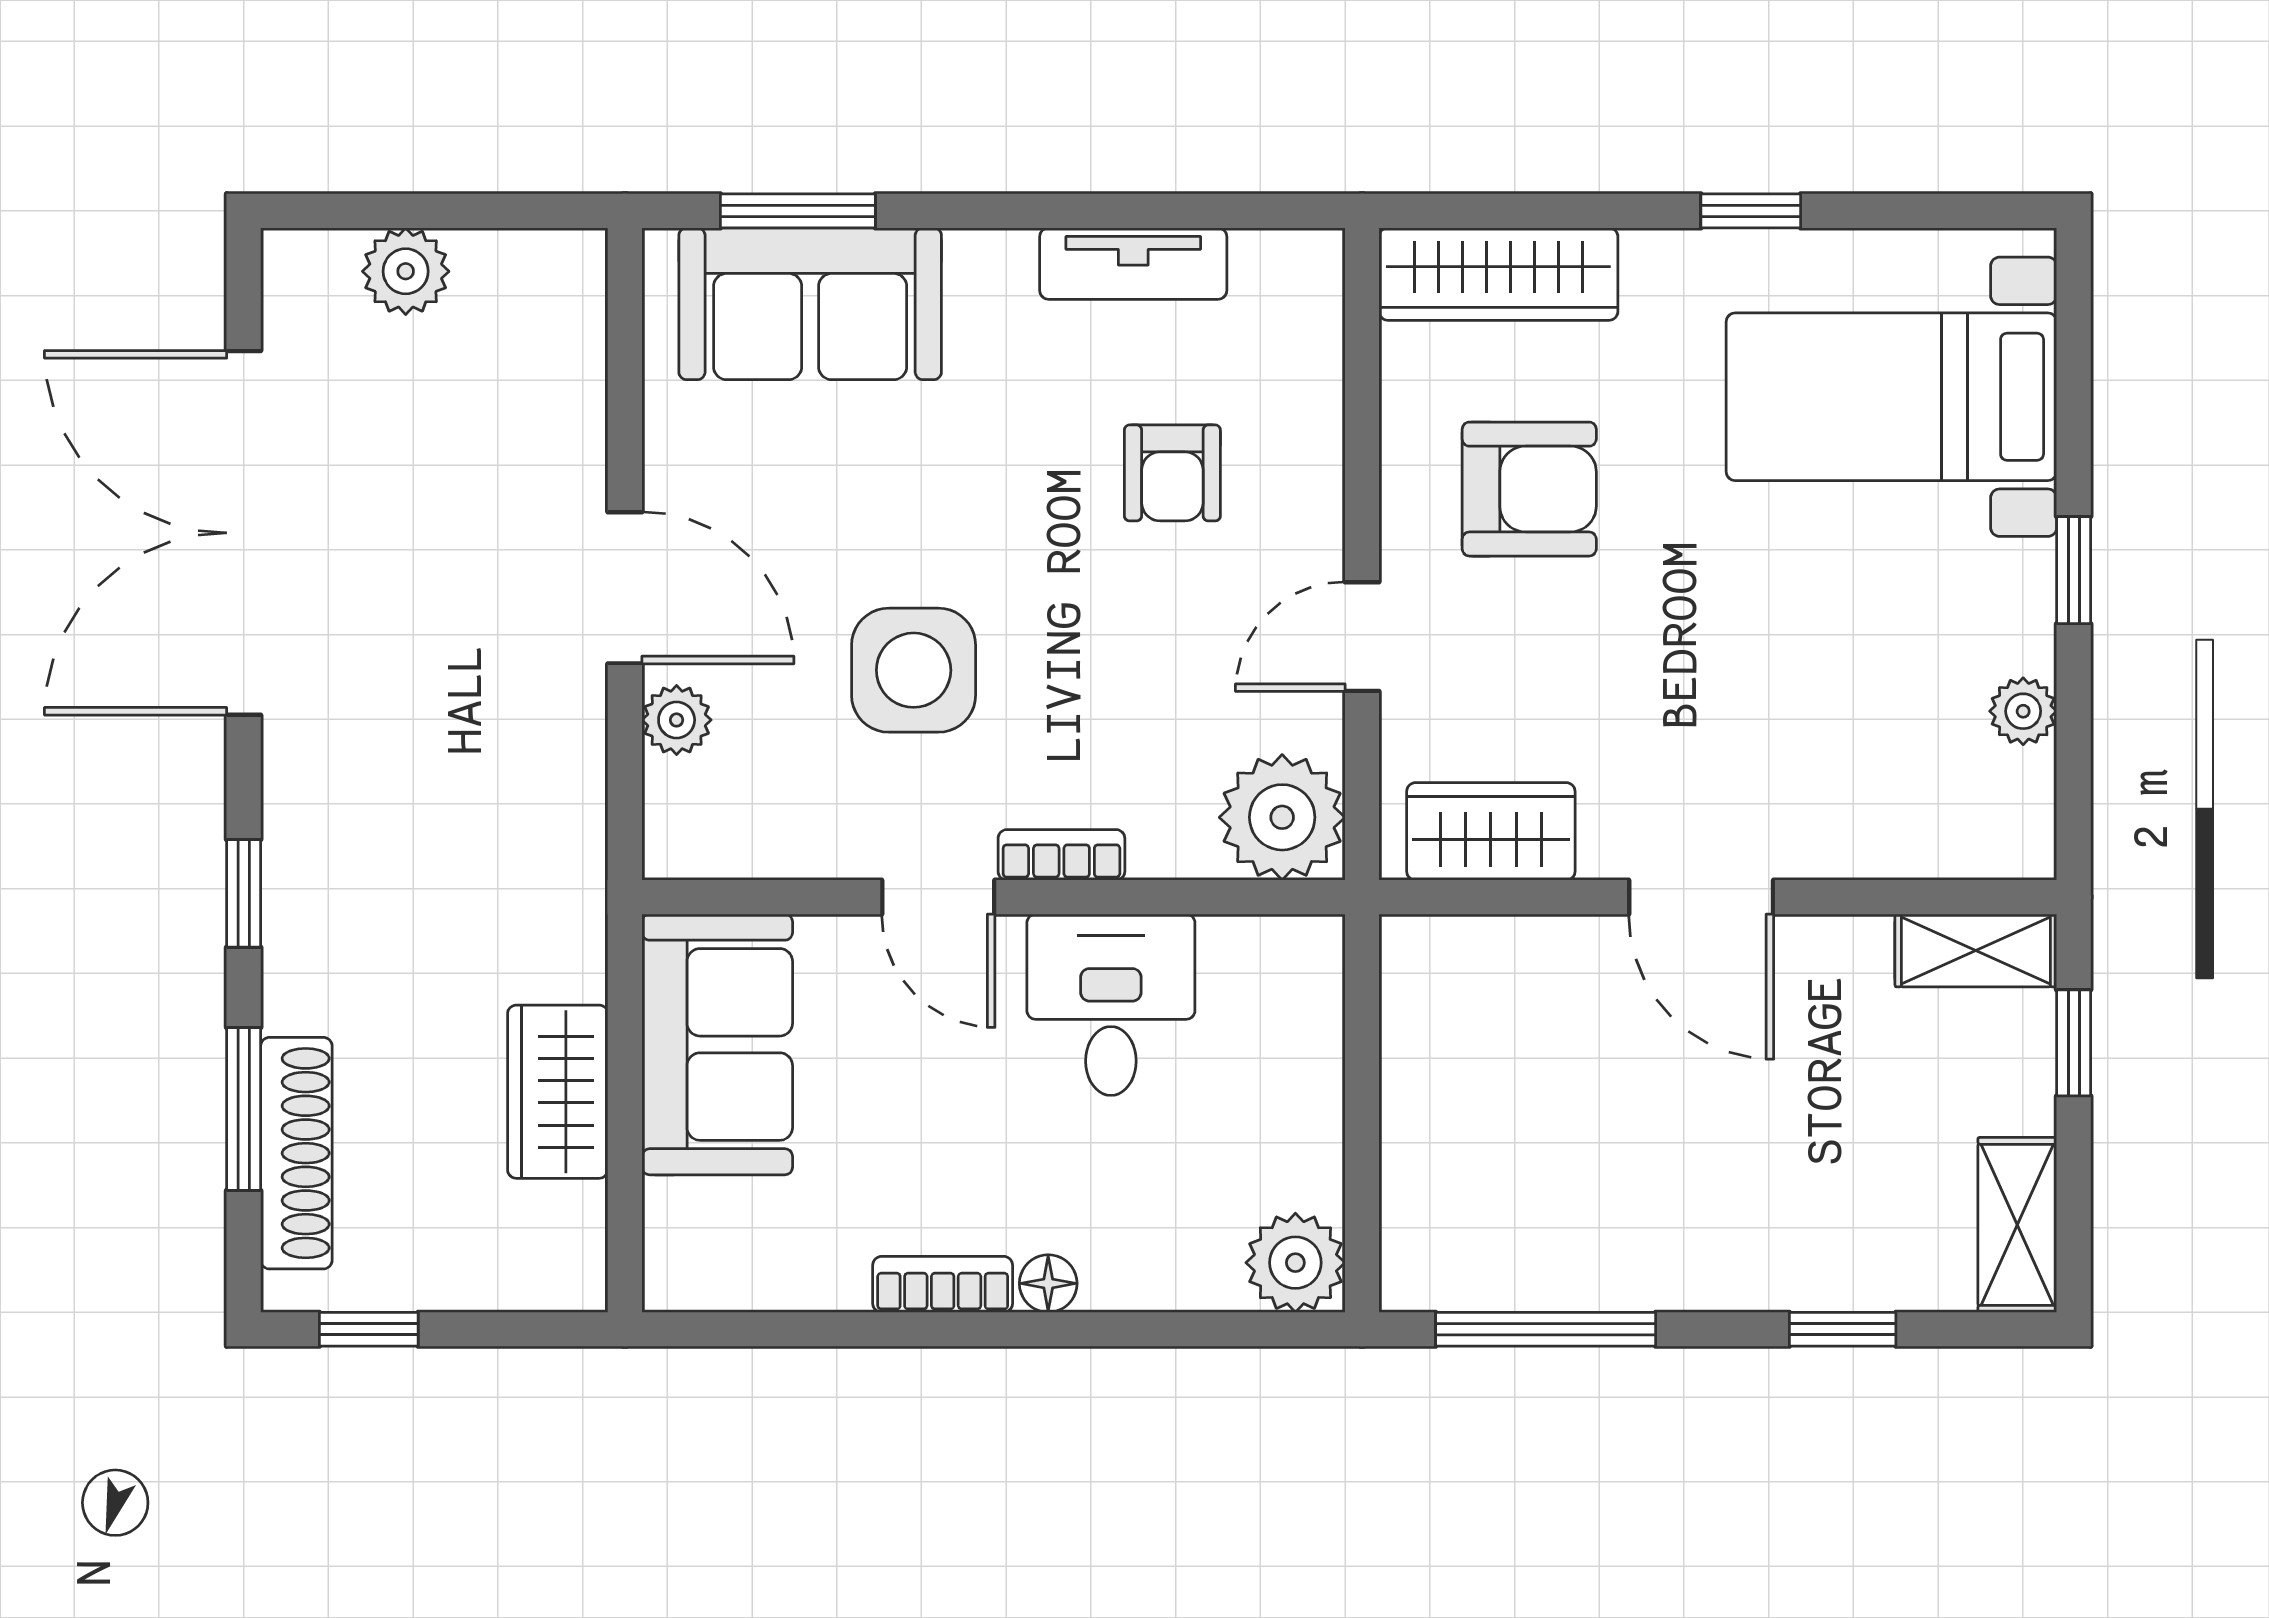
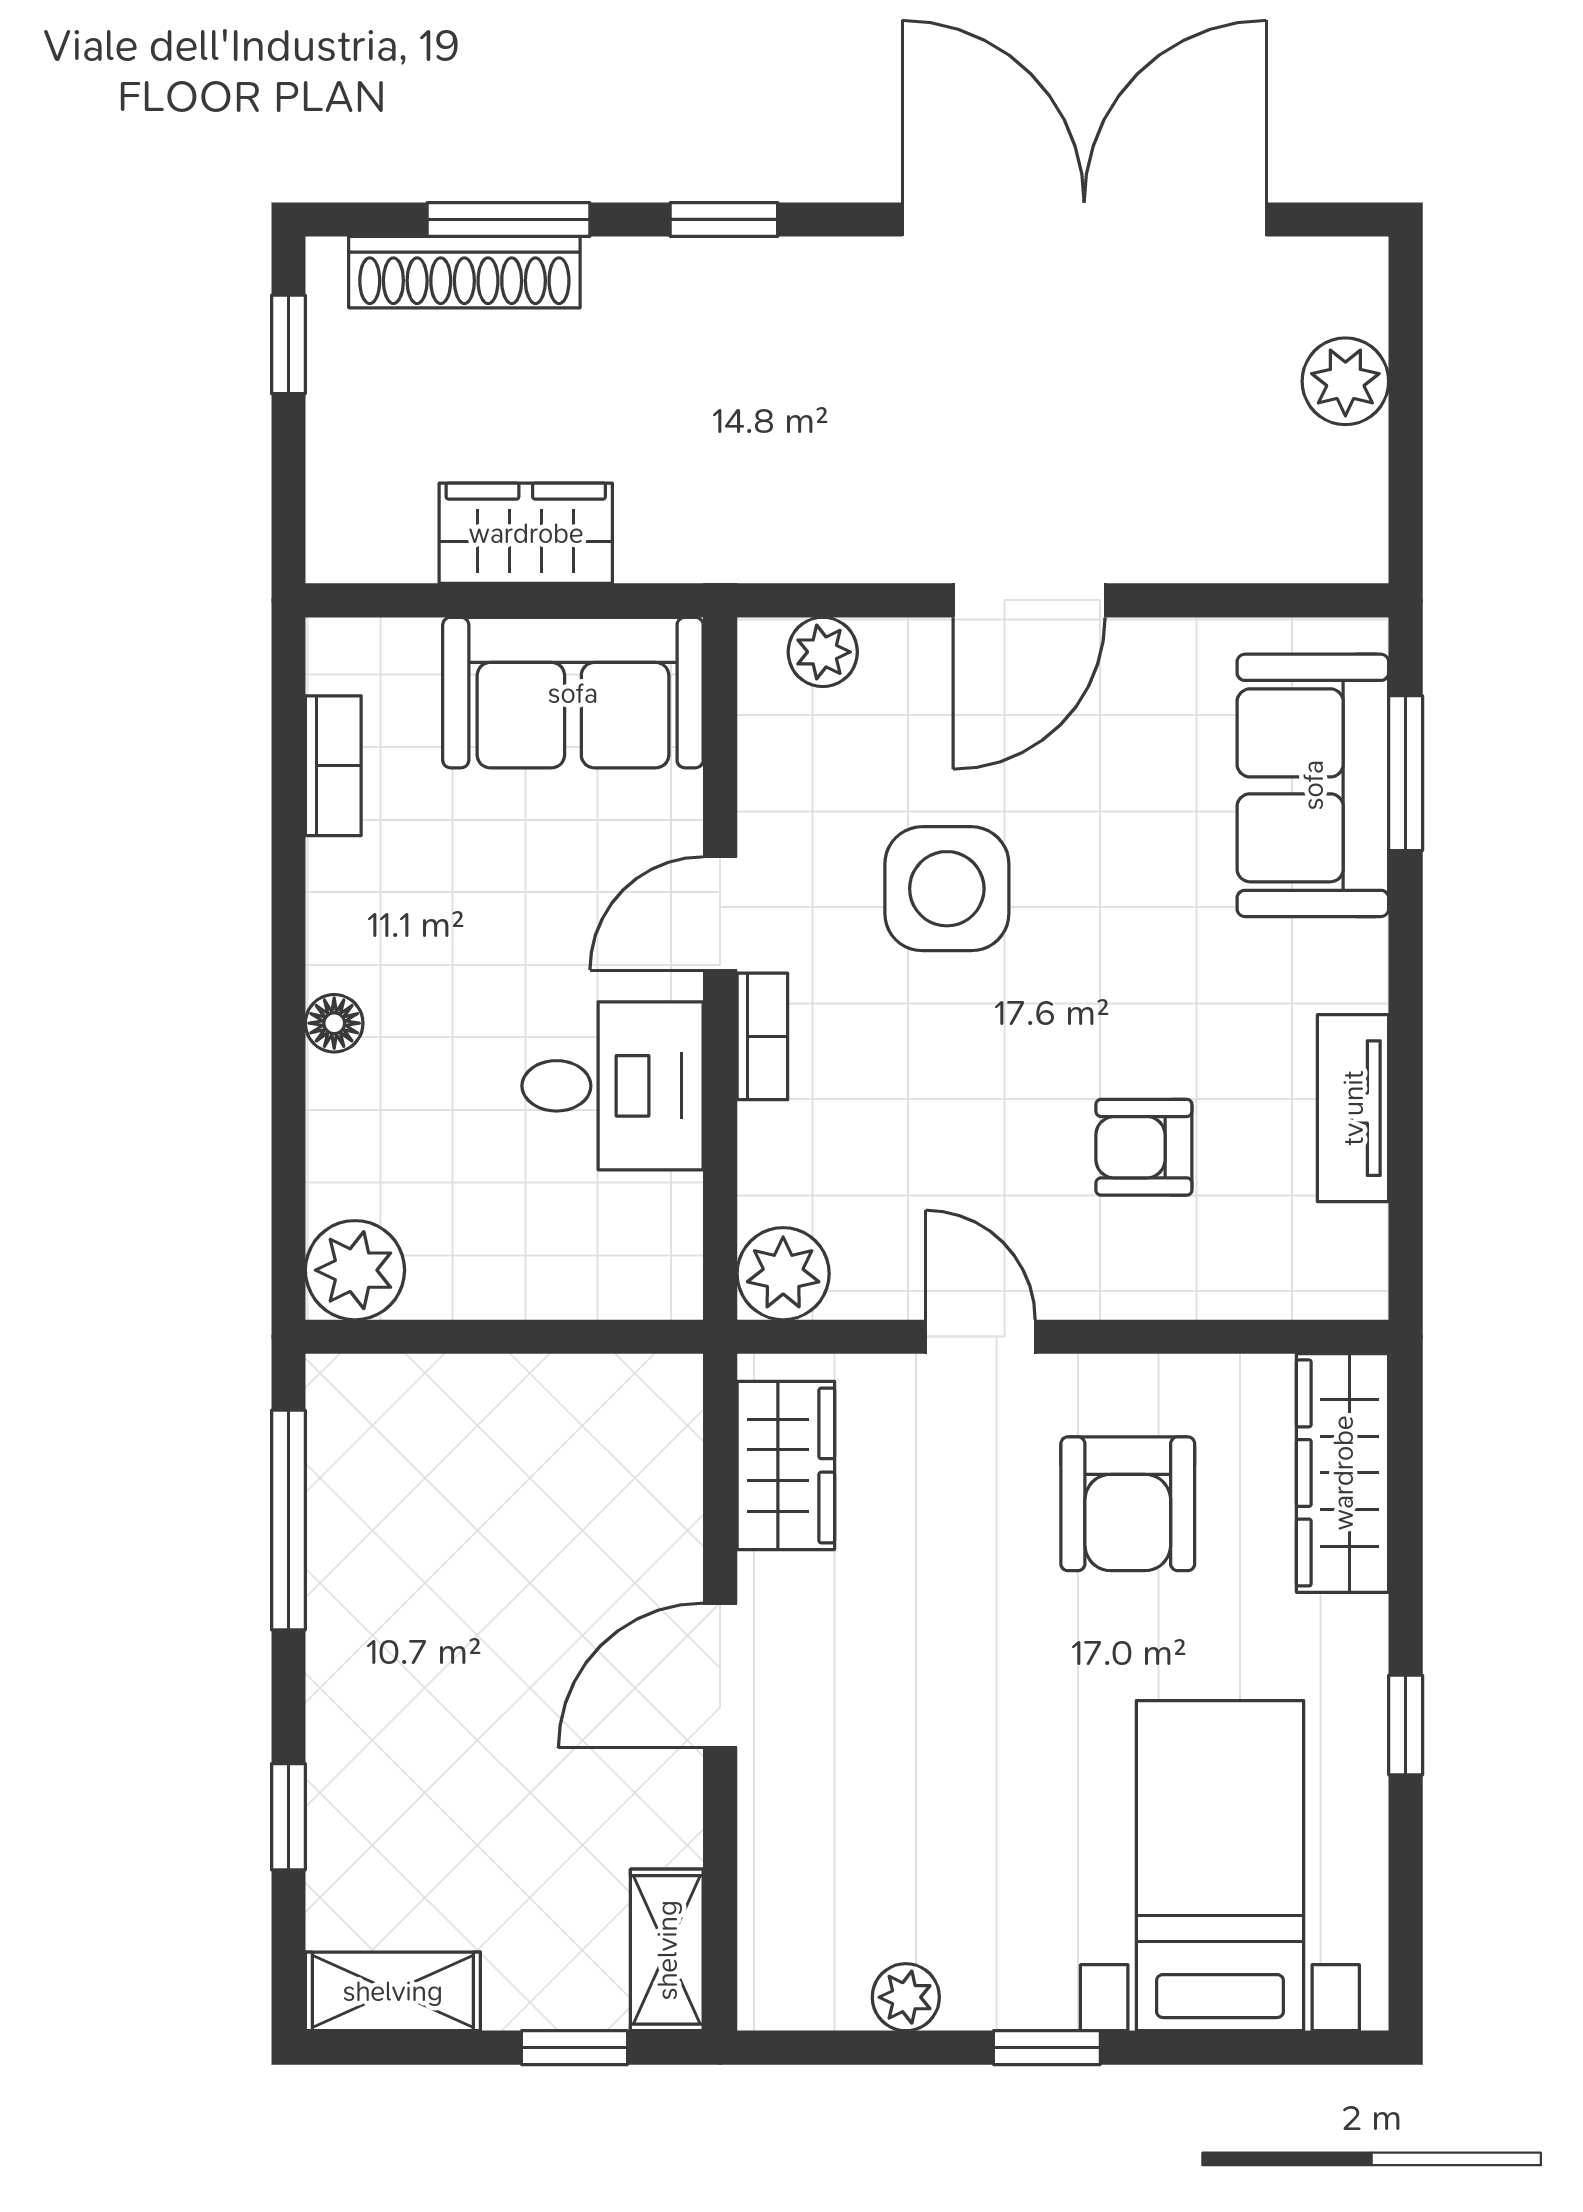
plant: (677, 720) -> (823, 652), moved
plant: (1282, 817) -> (783, 1274), width x0.73, depth x0.73
bookcase: (943, 1284) -> (333, 766), moved

